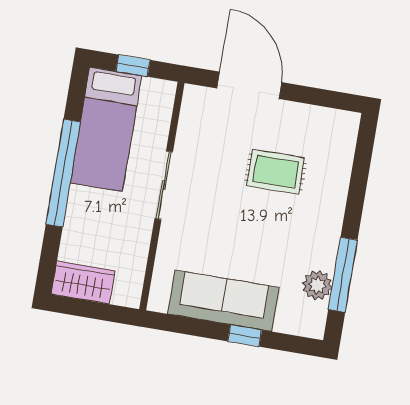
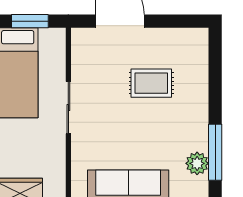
window: (133, 66) -> (30, 21), width x1.50

